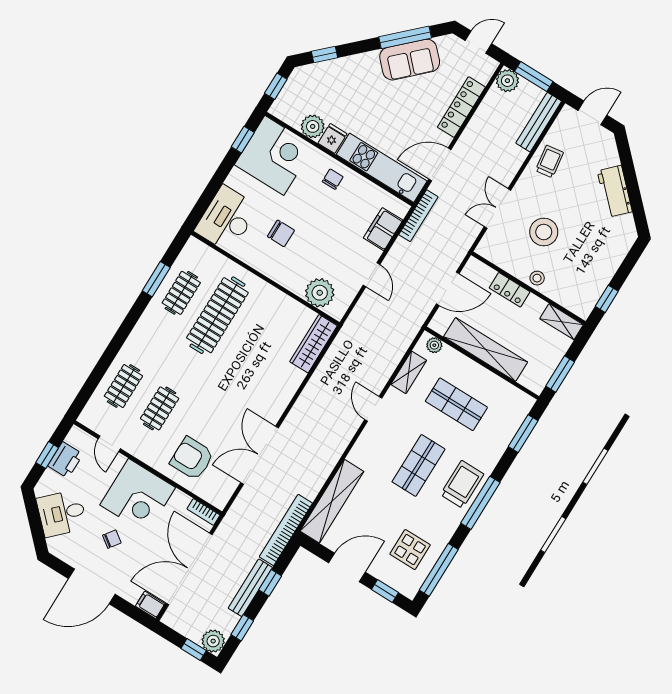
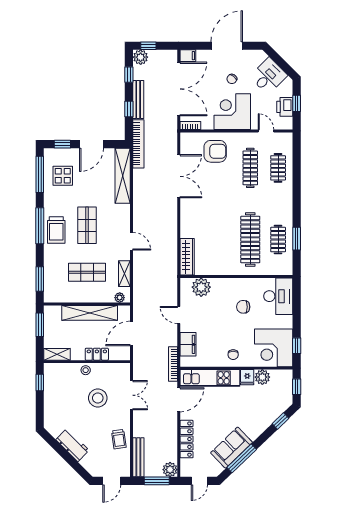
clothes rail: (160, 408) -> (250, 168), width x1.36

